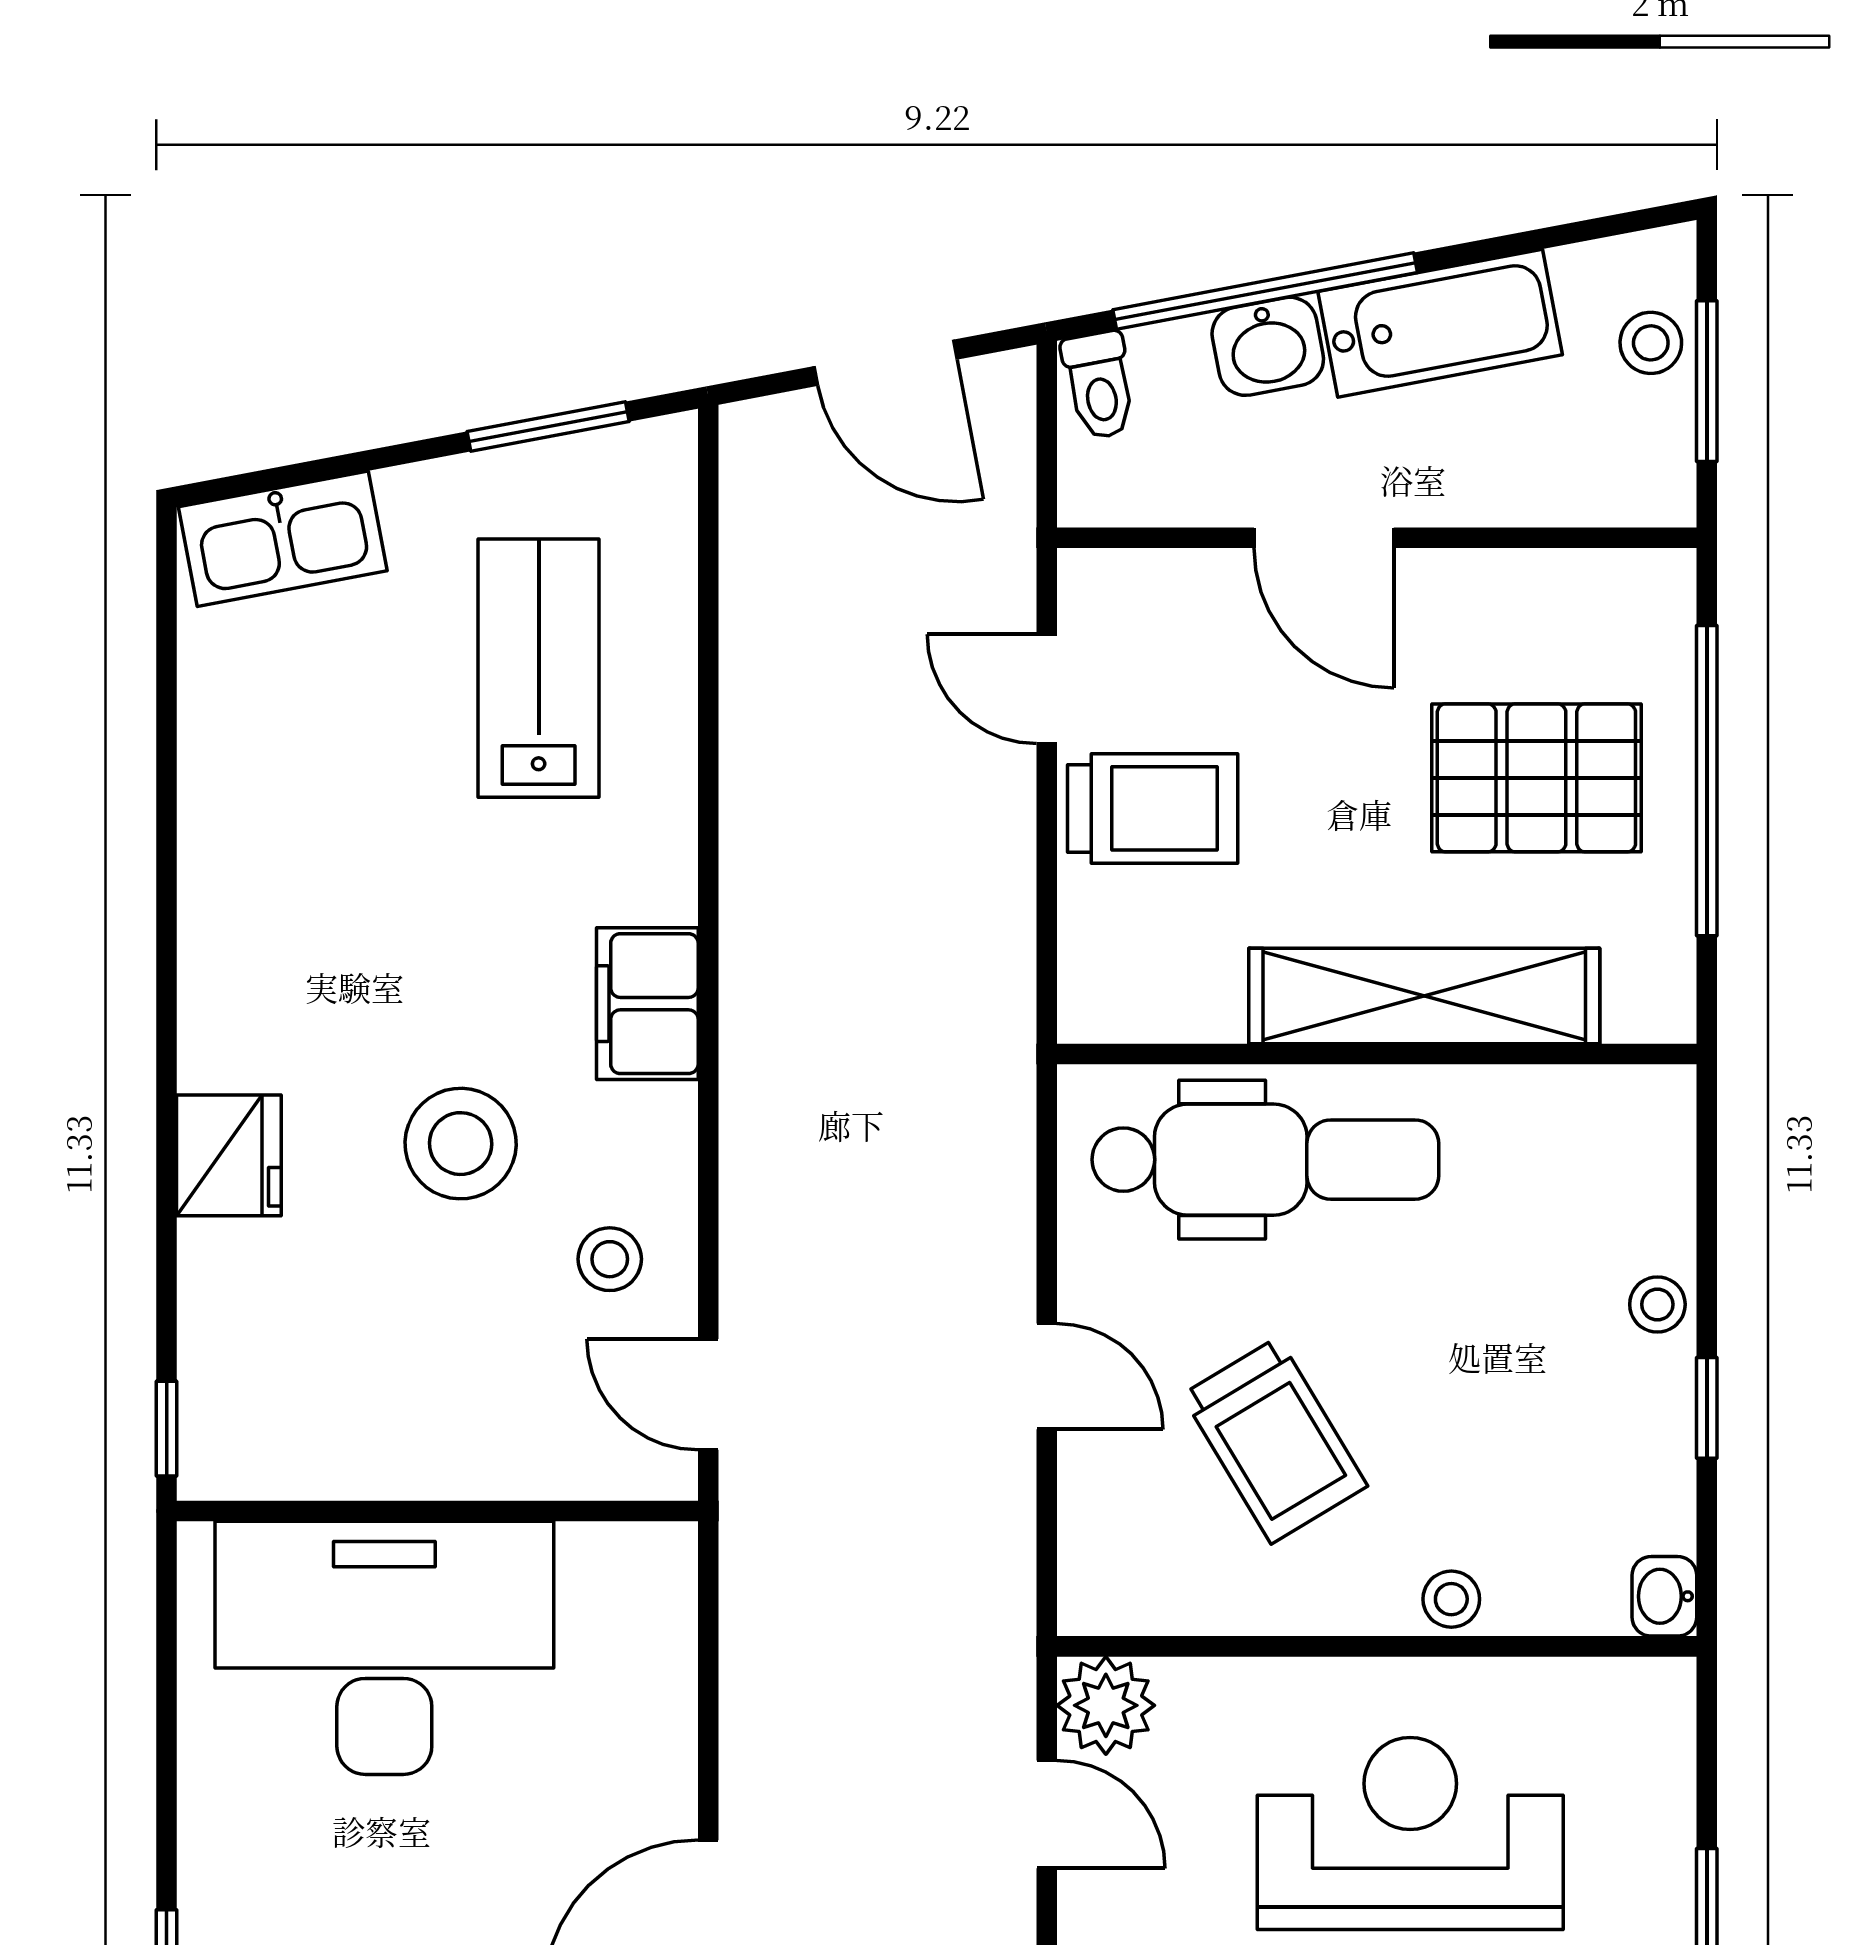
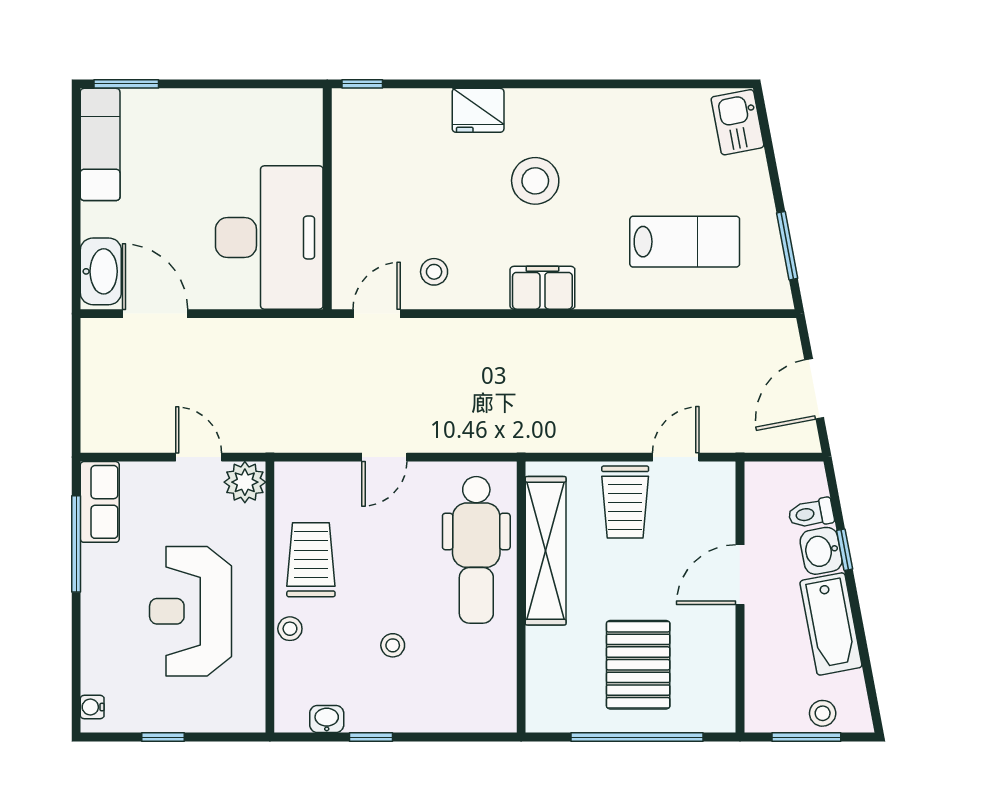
window: (1265, 291) -> (845, 550), width x0.32
toilet: (1099, 385) -> (811, 513), moved
kitchen sink: (283, 539) -> (737, 122), width x0.73
shelving: (1424, 996) -> (546, 551), moved
stool: (461, 1144) -> (535, 181), moved
stool: (1657, 1304) -> (393, 645), moved
trolley: (1275, 1440) -> (311, 560), moved, turned 121
washbasin: (1664, 1596) -> (327, 719), moved
desk: (384, 1648) -> (269, 238), moved
door: (1047, 1814) -> (199, 457), swing flipped
reception desk: (1410, 1834) -> (191, 611), turned 180

